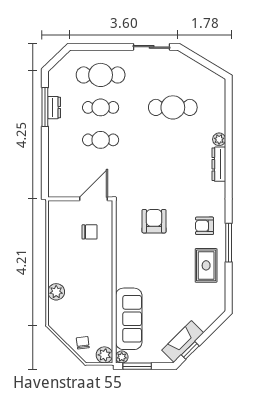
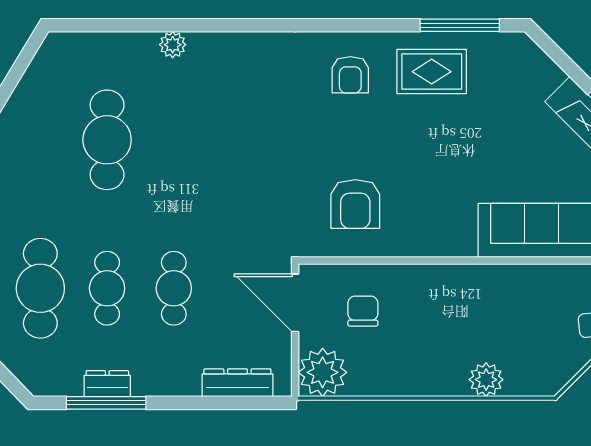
dresser: (219, 164) -> (237, 383), moved, turned 180
plant: (60, 212) -> (323, 372), added
armchair: (154, 221) -> (355, 204), moved, turned -90
window: (229, 243) -> (460, 25), moved

